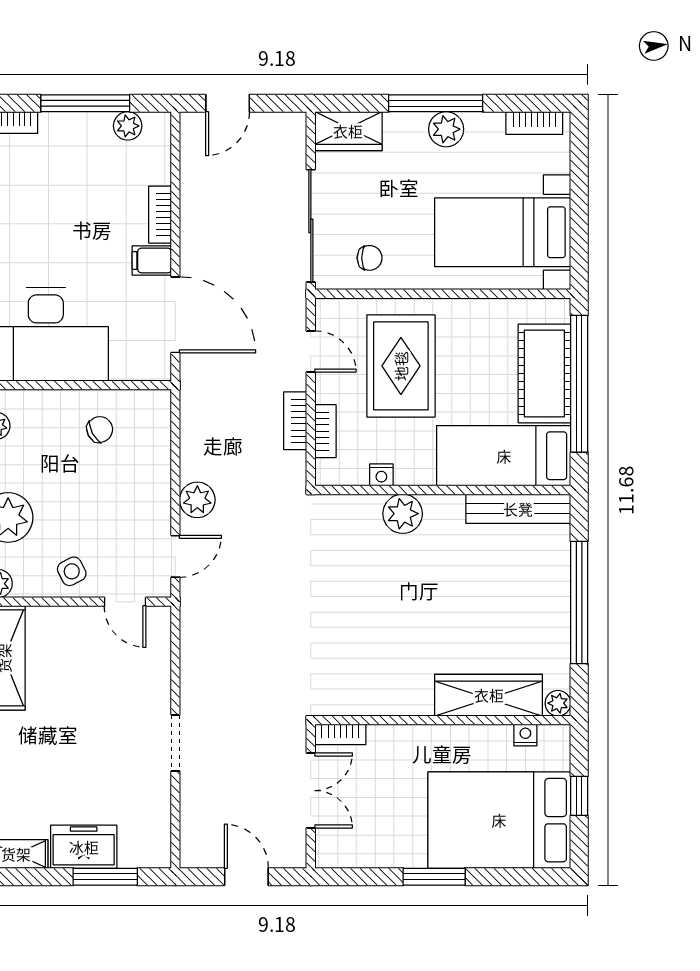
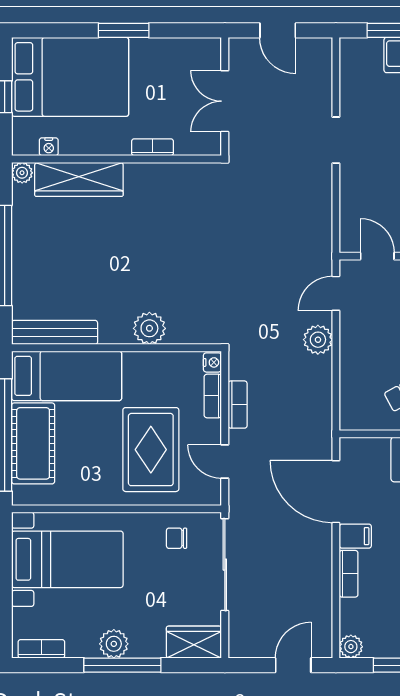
plant: (128, 126) -> (351, 647), moved
nightstand: (381, 475) -> (212, 362), moved, turned 90
bookcase: (340, 734) -> (152, 147), moved

